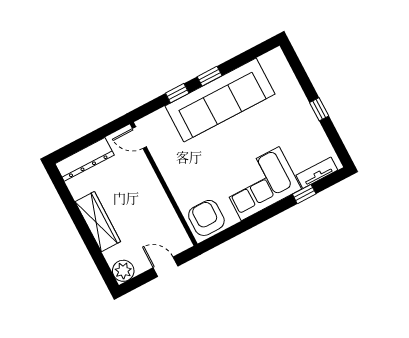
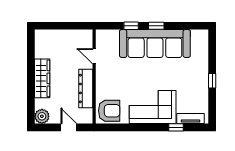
door: (139, 138) -> (94, 56), moved
dresser: (85, 159) -> (86, 88), moved, turned 90
armchair: (206, 218) -> (109, 111), turned 90

